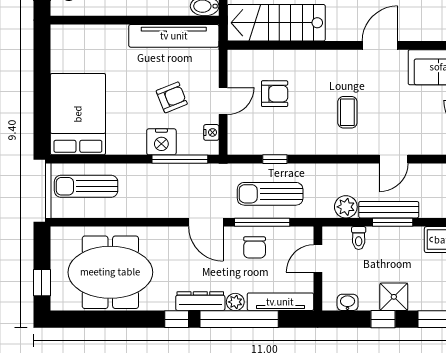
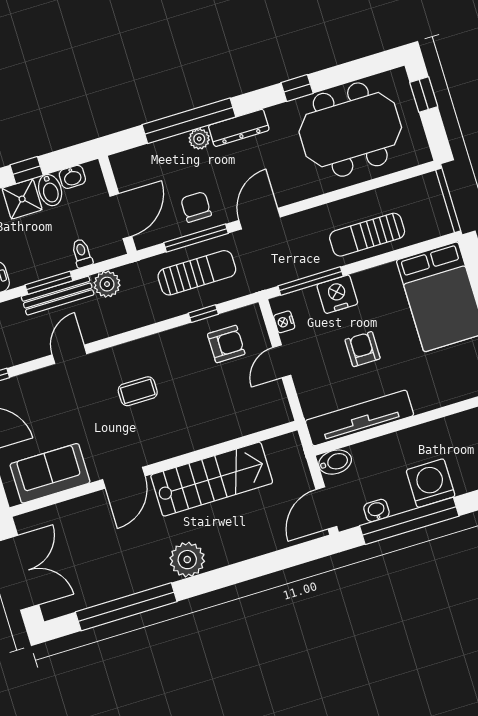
stairs: (276, 23) -> (212, 479), moved
armchair: (275, 94) -> (226, 344), moved, turned 180
armchair: (172, 97) -> (363, 349), moved, turned 112
coffee table: (347, 112) -> (138, 391), turned 90
sun lounger: (86, 186) -> (367, 235), moved, turned 180
door: (206, 222) -> (260, 219), hinge flipped
door: (318, 259) -> (121, 216), width x1.38
bidet: (369, 297) -> (50, 190), added
tv unit: (280, 302) -> (148, 155), removed
window: (177, 319) -> (297, 88), moved

